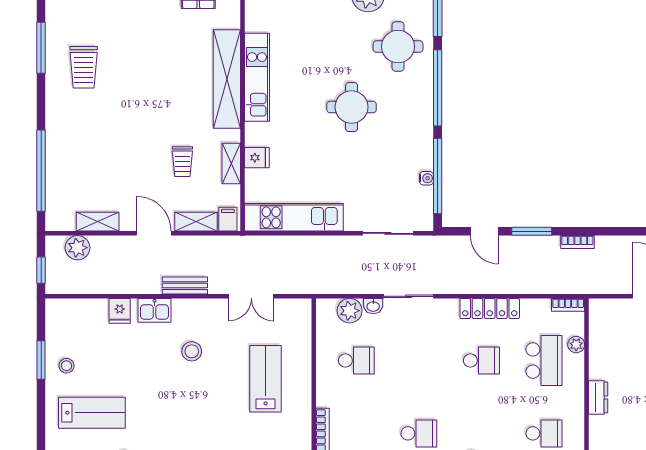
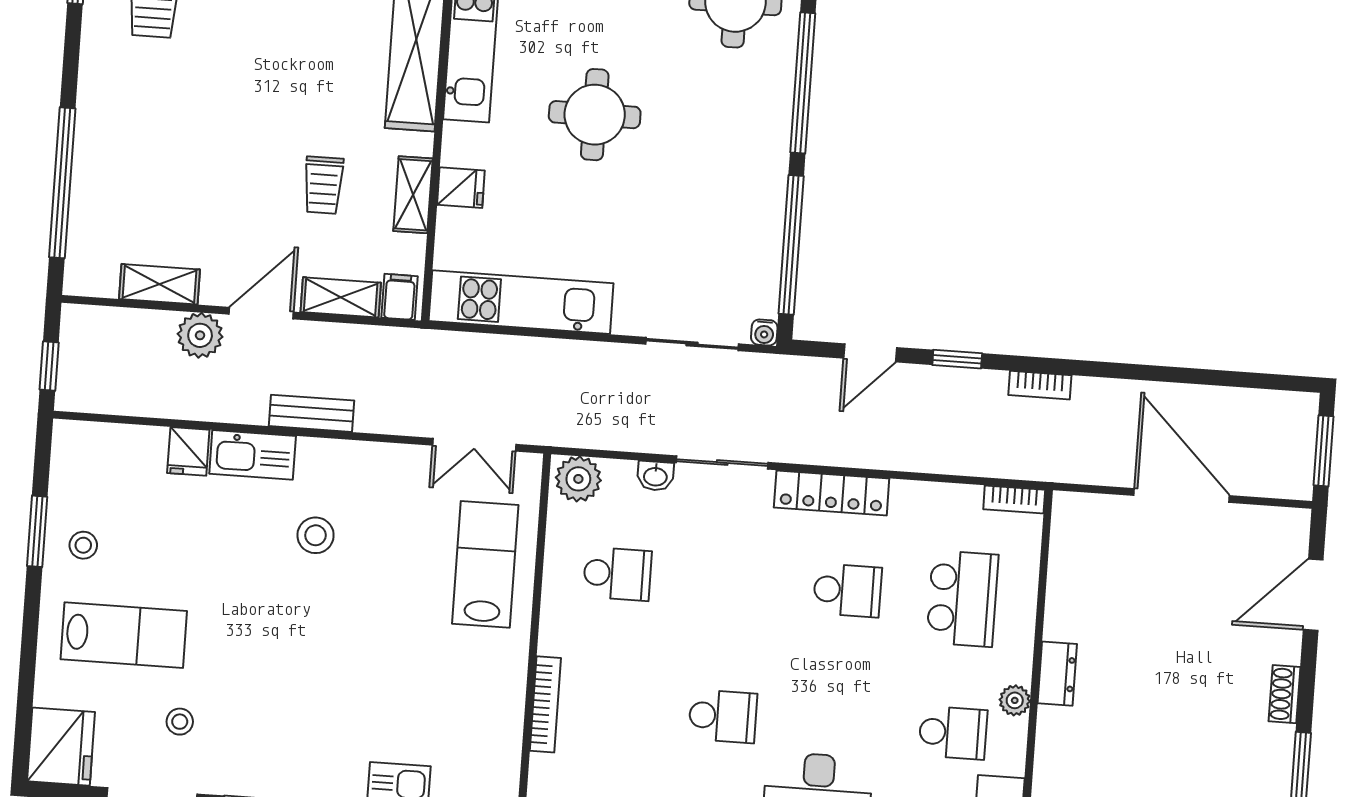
round table: (352, 107) -> (595, 115), moved
water cooler: (426, 178) -> (764, 332), moved, turned 90
door: (484, 231) -> (870, 353), hinge flipped
window: (532, 231) -> (957, 359), width x0.67
door: (154, 233) -> (261, 313), hinge flipped
plant: (78, 248) -> (200, 335), moved
double door: (251, 296) -> (474, 445), moved
locker: (490, 308) -> (832, 493), moved
kitchen sink: (155, 310) -> (253, 455), width x1.38
plant: (350, 311) -> (578, 479), moved
plant: (576, 345) -> (1015, 700), moved
lab bench: (266, 379) -> (485, 564), moved

